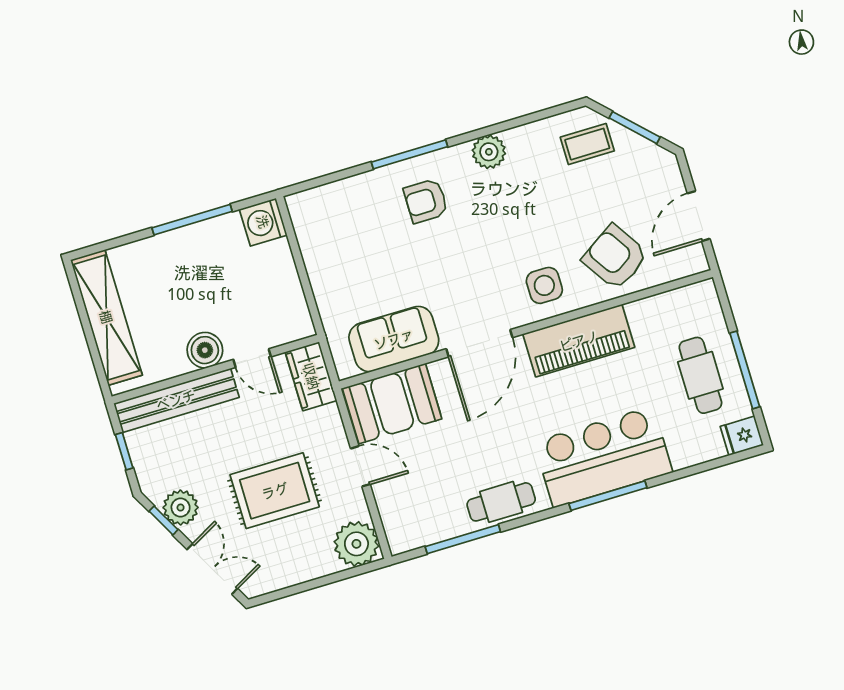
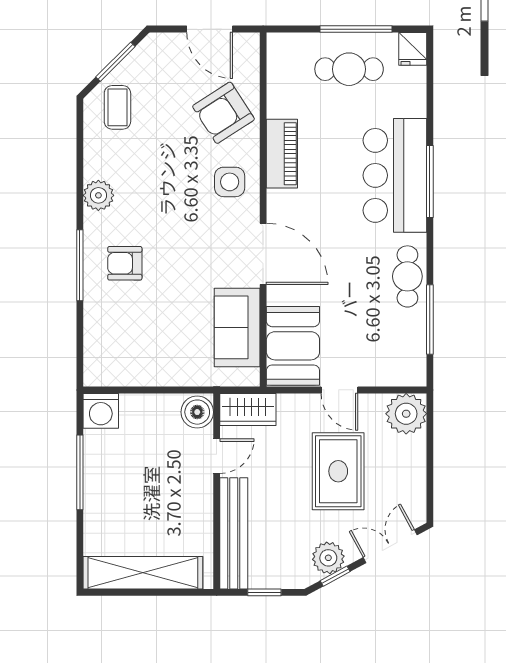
armchair: (426, 201) -> (125, 263), turned 90
piano: (579, 341) -> (282, 154), width x0.73, depth x0.75
boiler: (205, 350) -> (197, 412), moved
door: (360, 466) -> (339, 390), swing flipped

